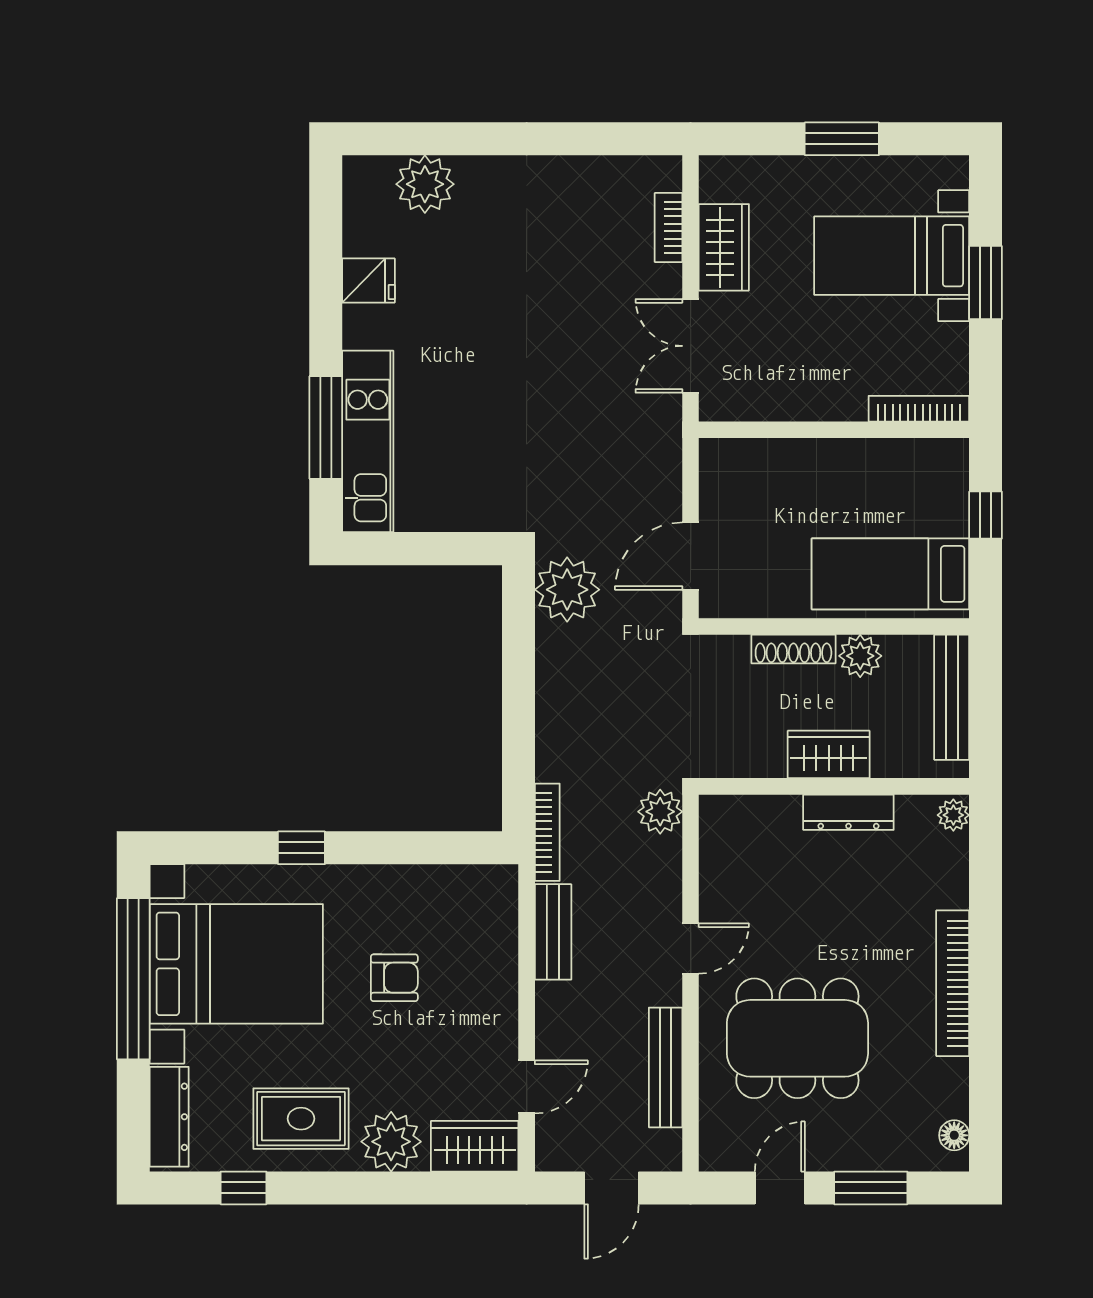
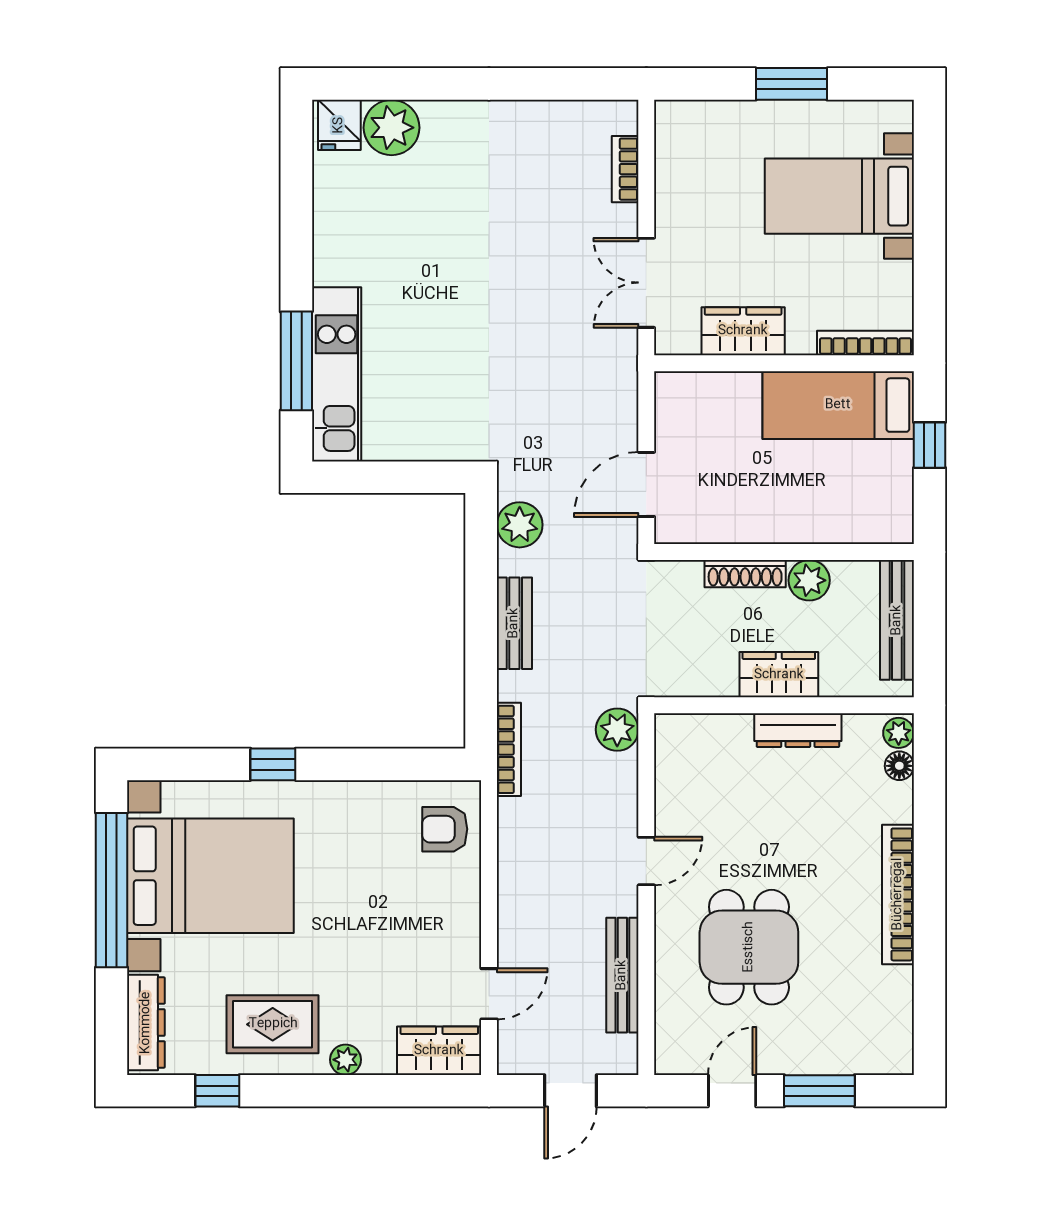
wardrobe: (724, 247) -> (743, 331), moved, turned -90
fridge: (369, 280) -> (339, 125), moved, turned 90
window: (986, 283) -> (930, 222), removed
bed: (890, 574) -> (838, 405), moved
plant: (567, 590) -> (520, 525), width x0.73, depth x0.73
bench: (553, 932) -> (514, 623), moved
armchair: (394, 978) -> (445, 829), moved, turned 180
dining table: (797, 1038) -> (749, 947), width x0.73
floor lamp: (954, 1135) -> (899, 766), moved
plant: (391, 1142) -> (346, 1060), width x0.53, depth x0.53

